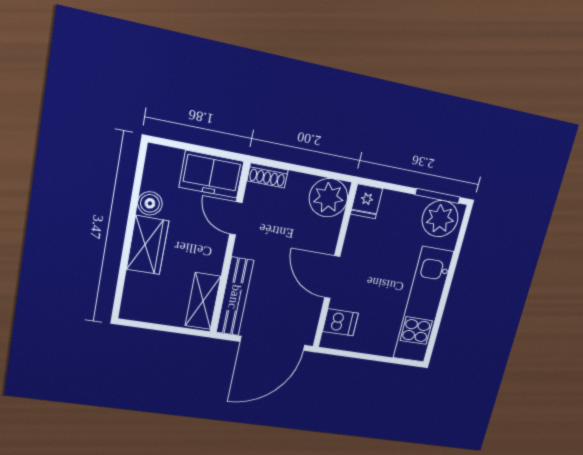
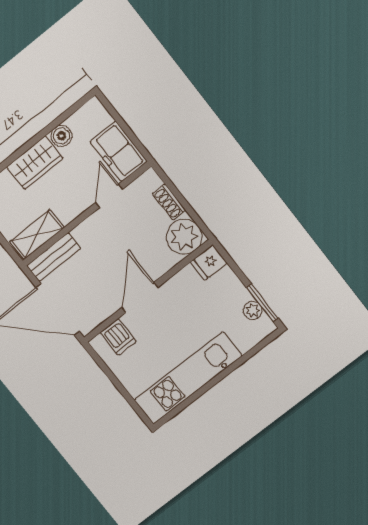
shoe rack: (267, 175) -> (169, 202), moved
plant: (440, 219) -> (253, 310), width x0.53, depth x0.53
bench: (235, 297) -> (54, 257), width x0.73

